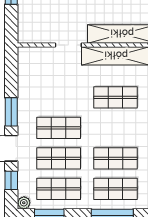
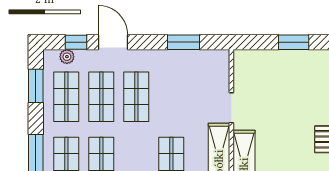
window: (11, 112) -> (184, 42), moved
plant: (24, 203) -> (67, 57), moved

